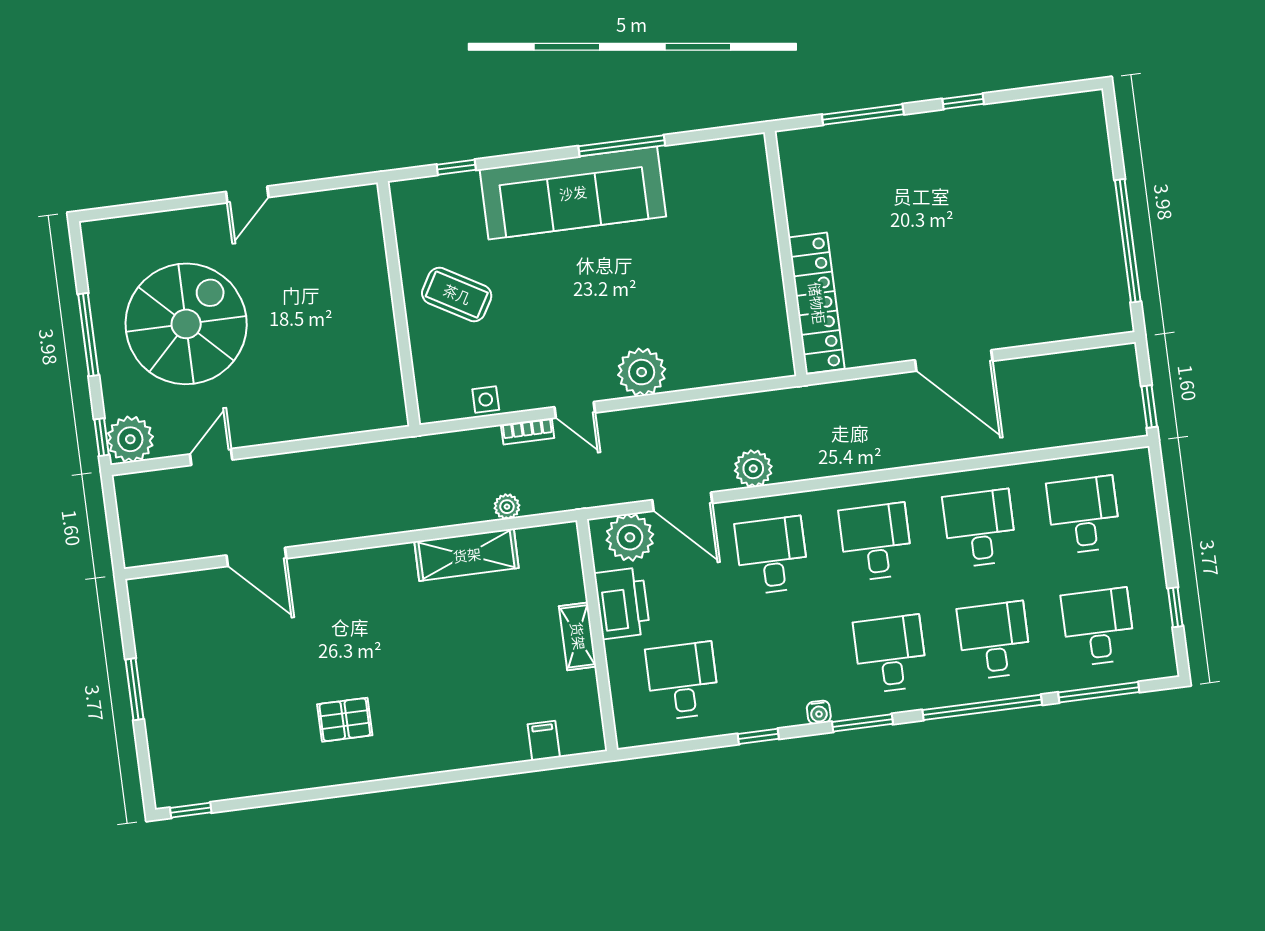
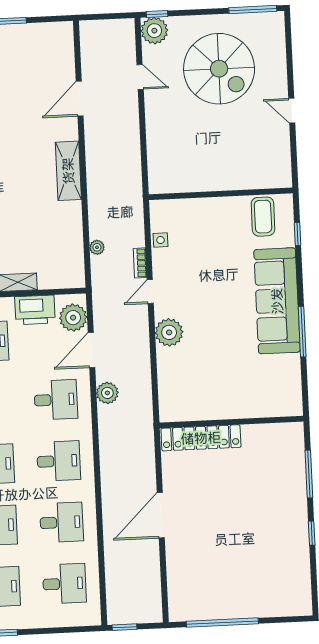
coffee table: (457, 294) -> (263, 217), moved, turned -30
window: (88, 335) -> (253, 9), moved
shelving: (467, 555) -> (68, 171), moved

